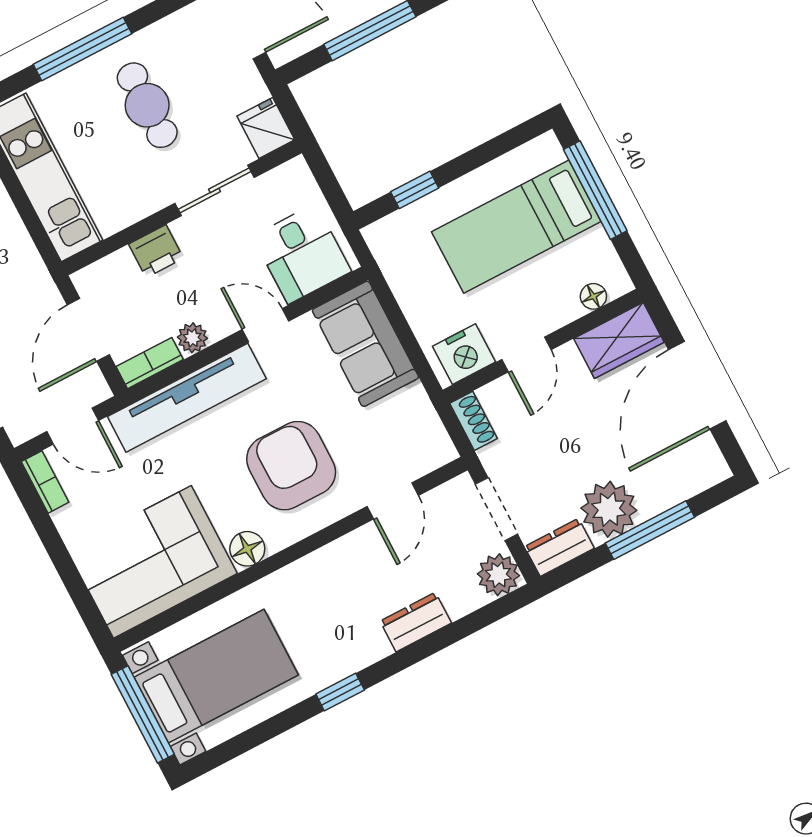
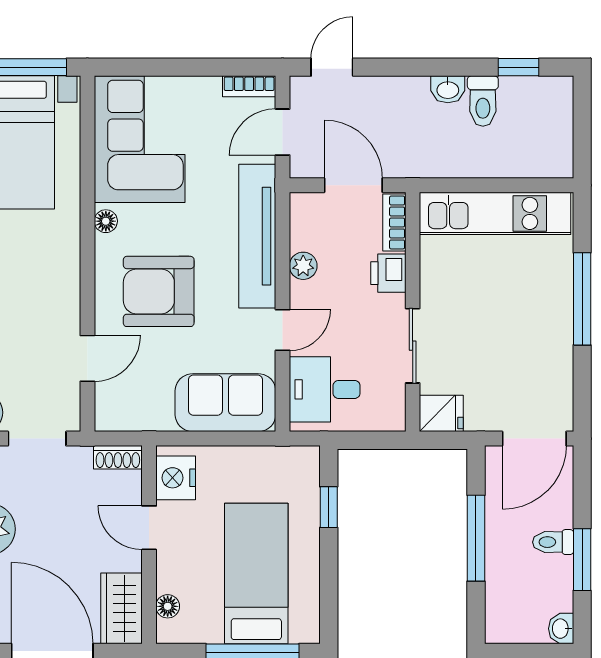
cafe table: (147, 105) -> (510, 327), removed
bookcase: (150, 363) -> (394, 222), moved, turned 180
armchair: (291, 466) -> (159, 291), turned 180
door: (393, 501) -> (87, 358), swing flipped
floor lamp: (247, 549) -> (106, 221), width x0.73, depth x0.73

